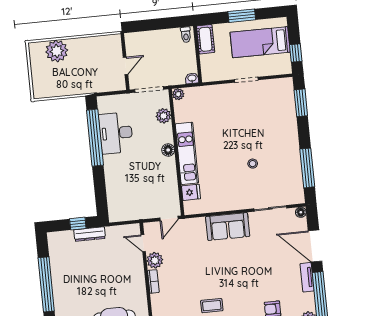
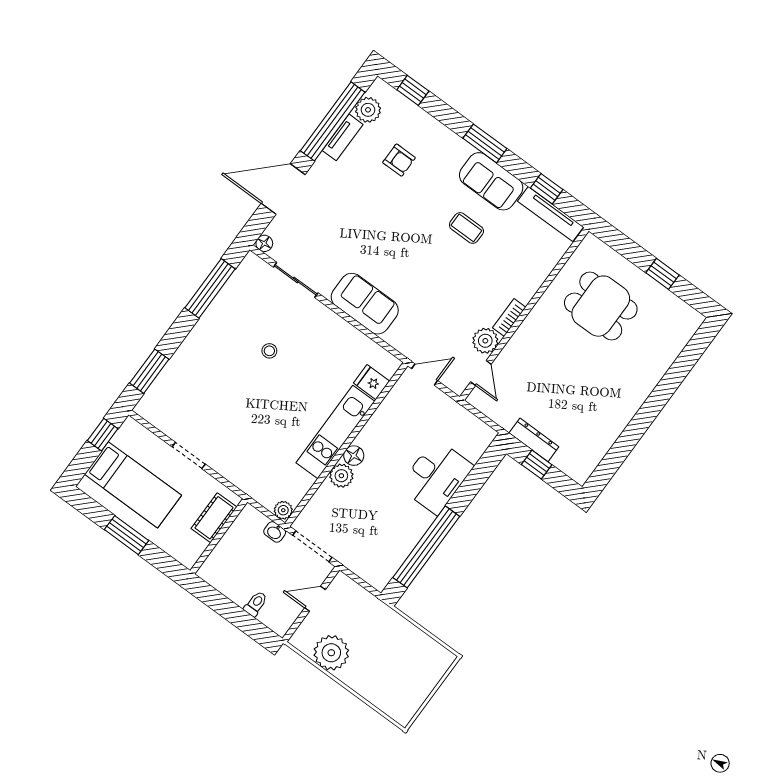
toilet: (186, 35) -> (256, 604), moved
cot: (206, 39) -> (214, 518), moved
plant: (57, 51) -> (331, 653), moved
washbasin: (192, 78) -> (275, 532), moved
plant: (163, 116) -> (341, 476), moved
desk: (116, 133) -> (436, 477), moved
door: (315, 246) -> (283, 189), swing flipped
tv unit: (307, 277) -> (343, 137), moved
window: (46, 284) -> (638, 427), removed

